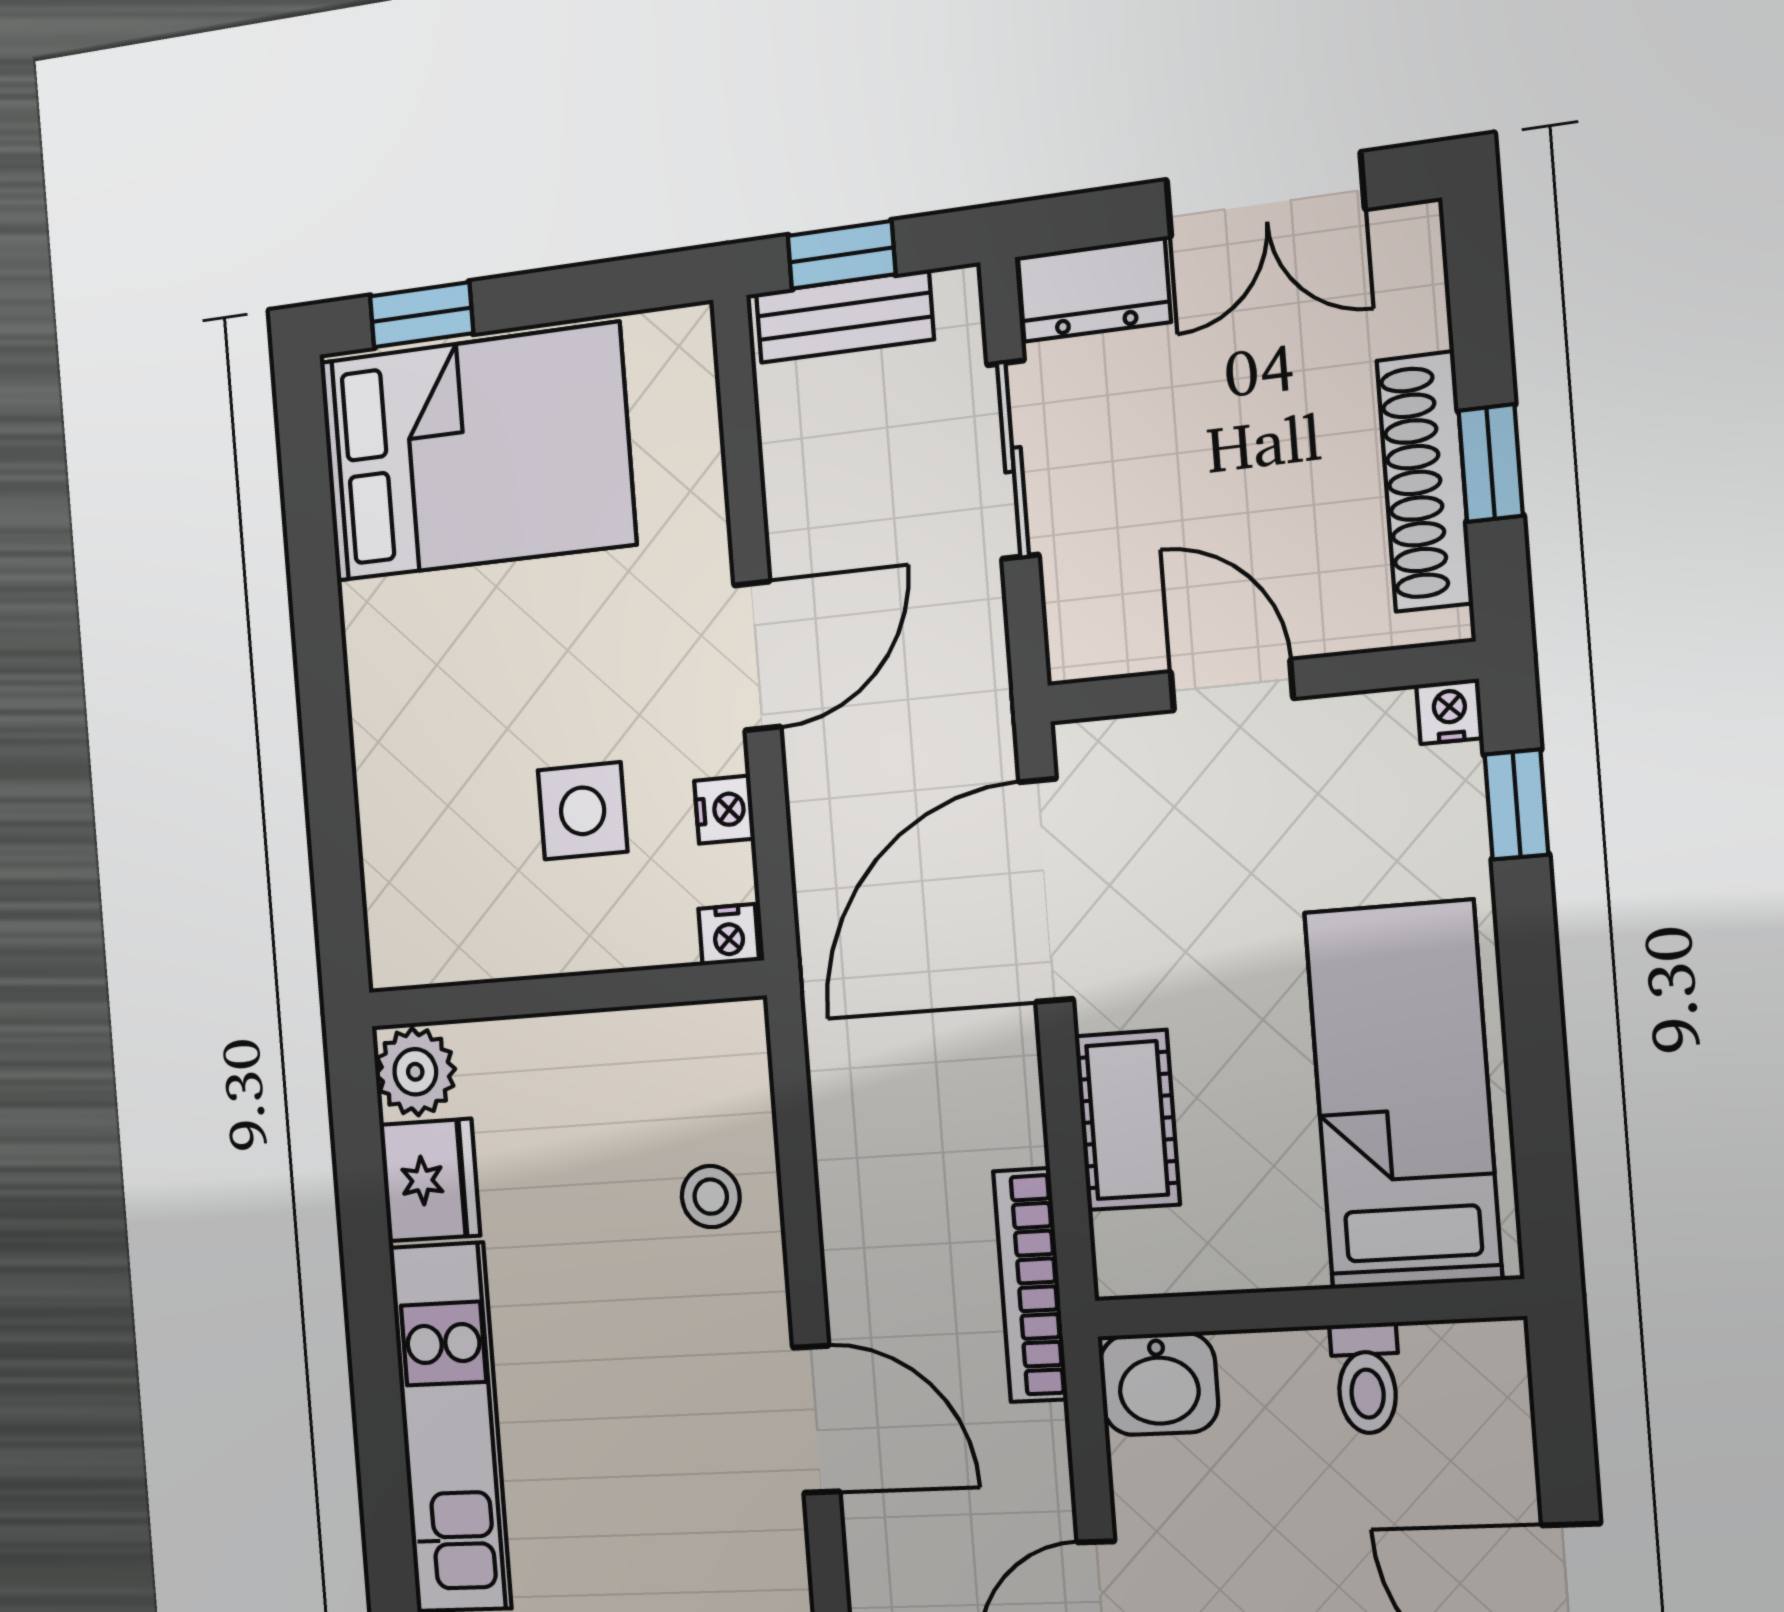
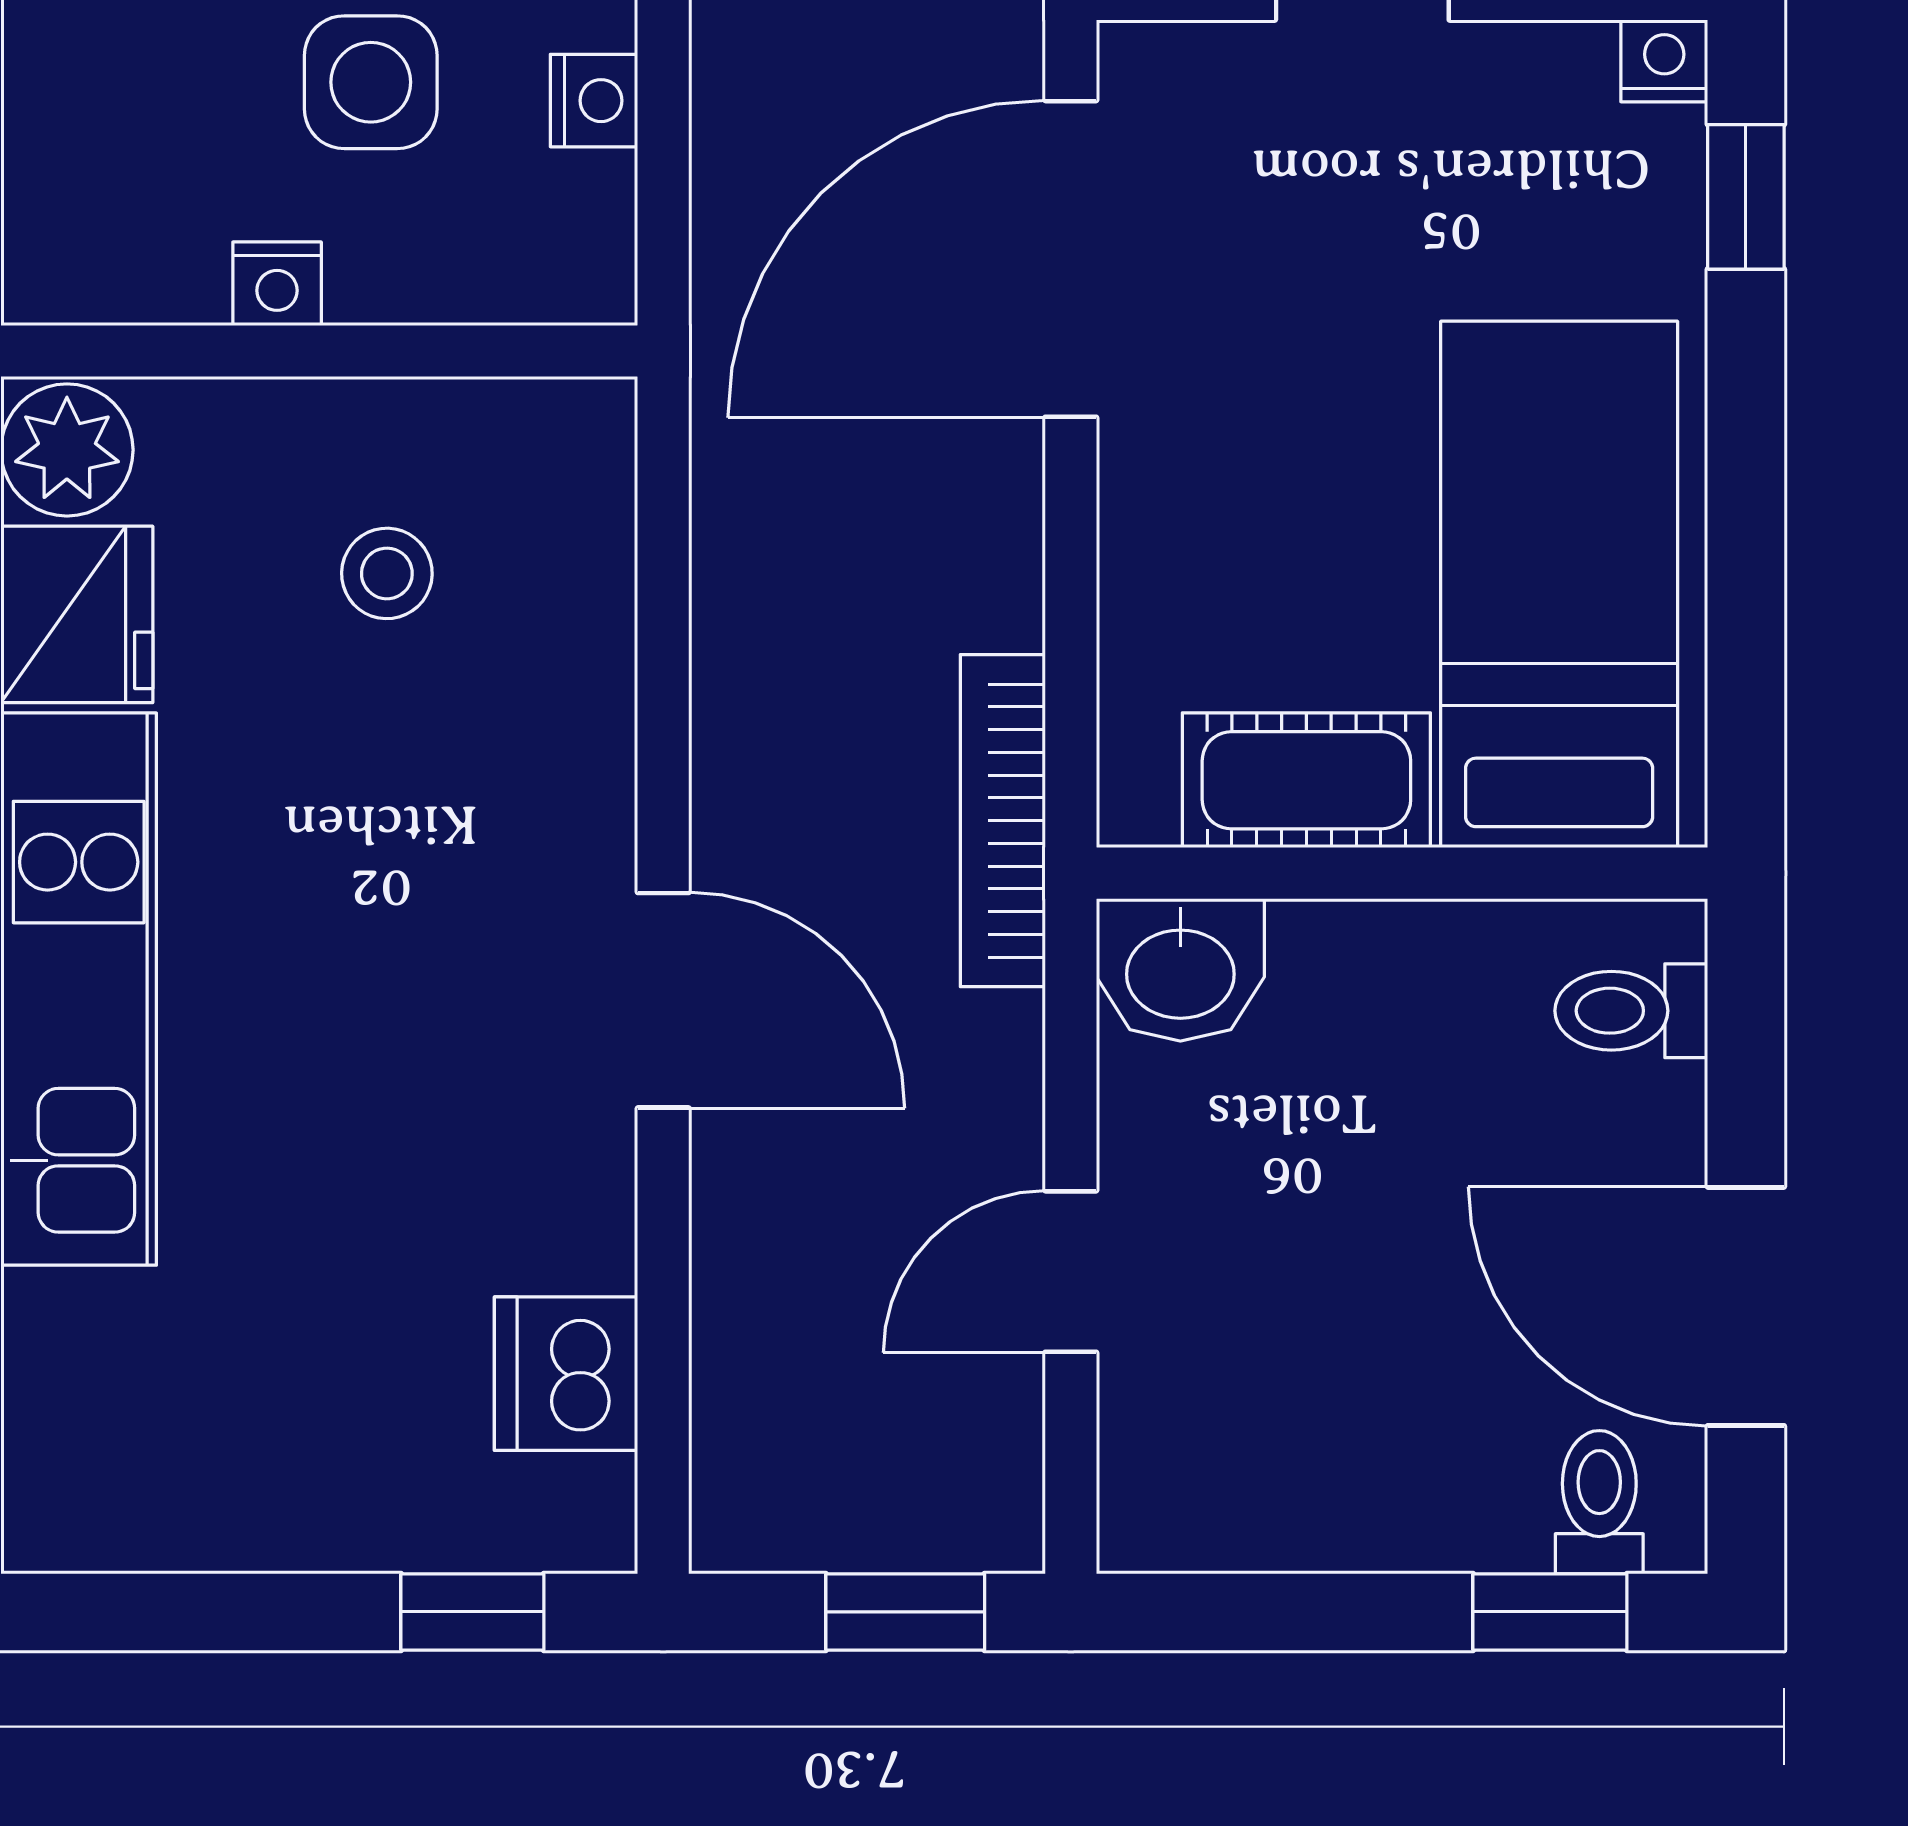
nightstand: (729, 935) -> (277, 284), moved
cot: (1127, 1120) -> (1306, 780), moved, turned 90
stool: (711, 1197) -> (387, 573), moved
toilet: (1366, 1378) -> (1631, 1011), moved, turned 90

